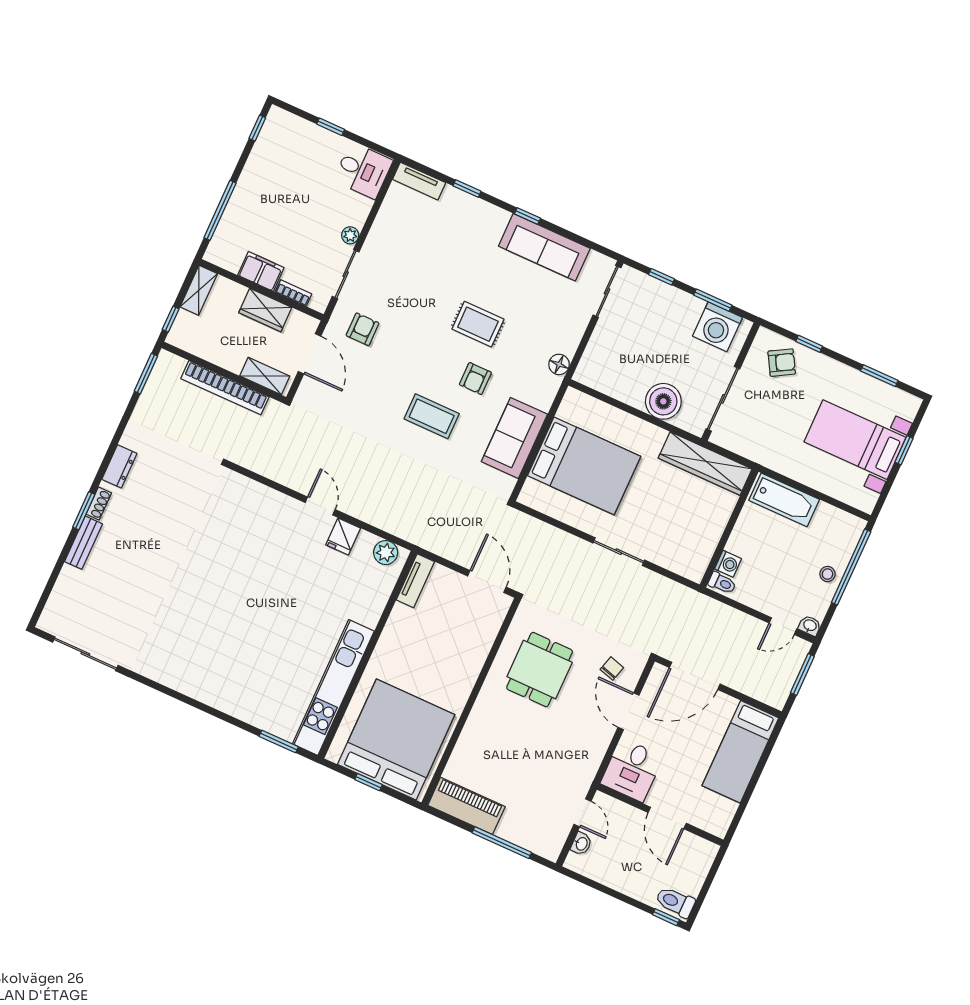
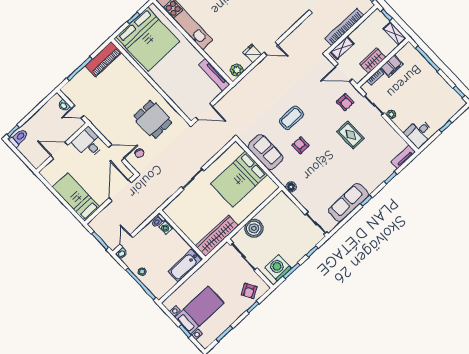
rug: (478, 324) -> (351, 135), moved, turned 90
tv unit: (415, 581) -> (214, 75), width x1.41

